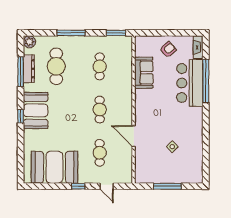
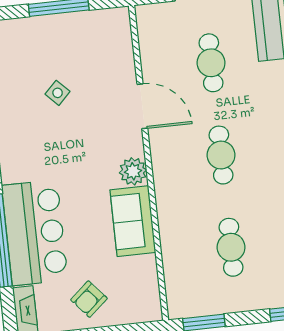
sofa: (144, 73) -> (133, 221), moved
plant: (141, 106) -> (133, 171), added

